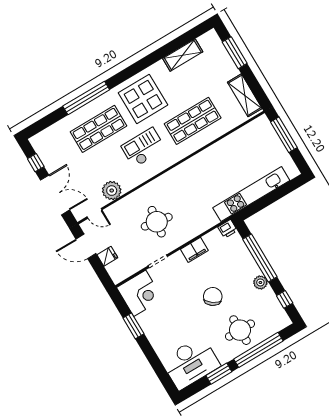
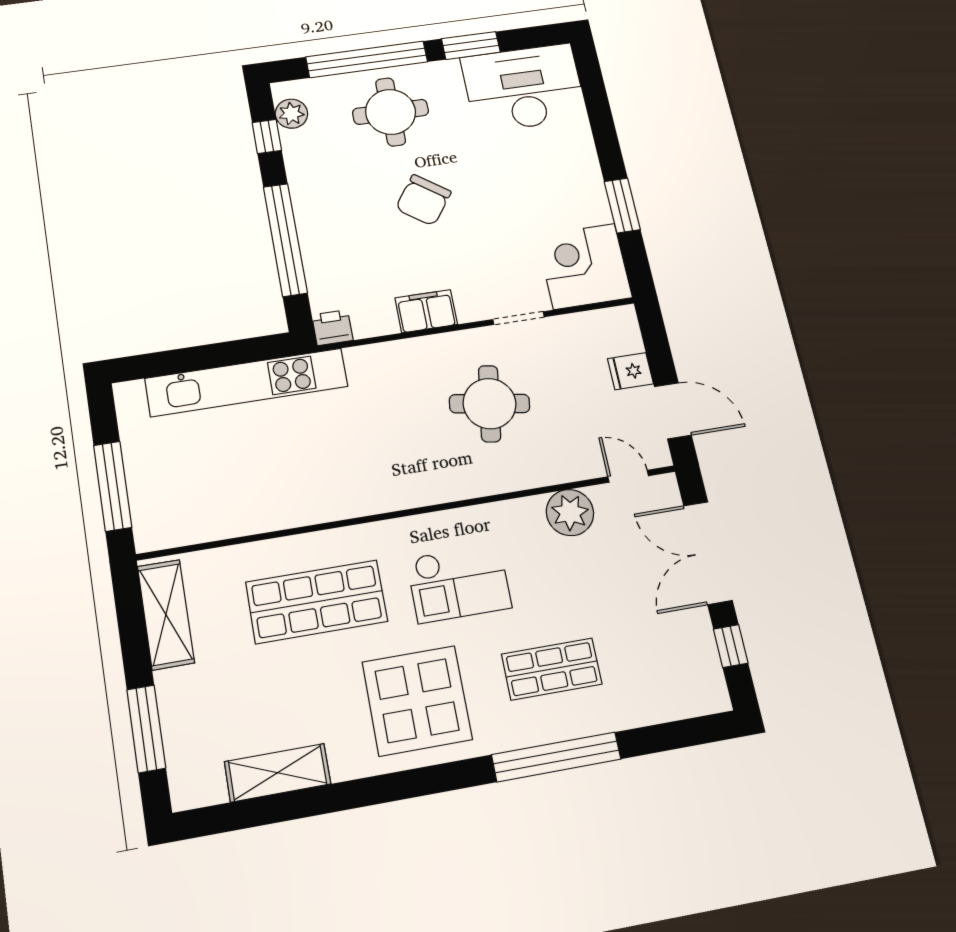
shop shelf: (99, 129) -> (552, 669), width x0.70, depth x0.74
plant: (260, 282) -> (291, 114), moved

